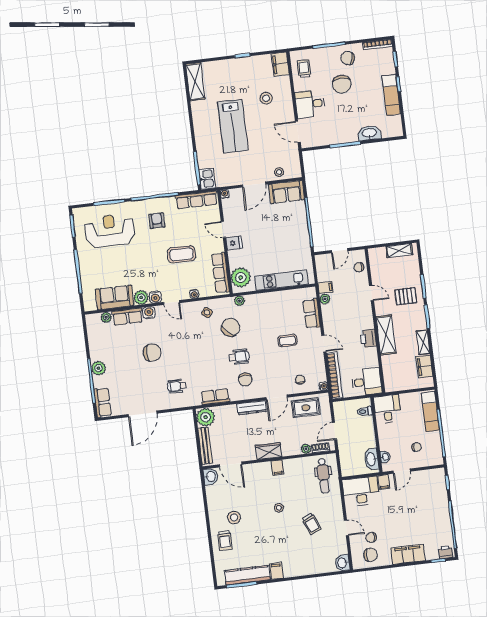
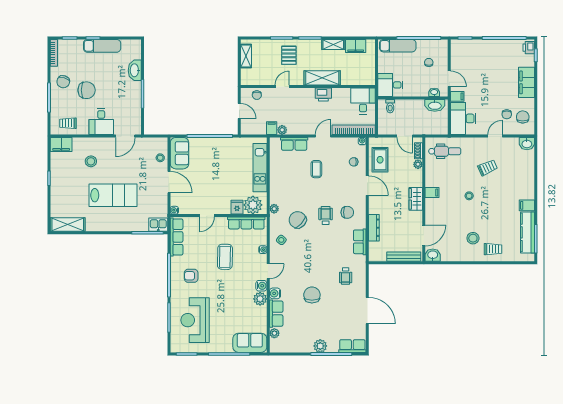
fridge: (234, 243) -> (237, 207), moved
sofa: (115, 297) -> (250, 343), moved, turned 90
dresser: (252, 408) -> (374, 228), moved
plant: (206, 417) -> (377, 253), removed

